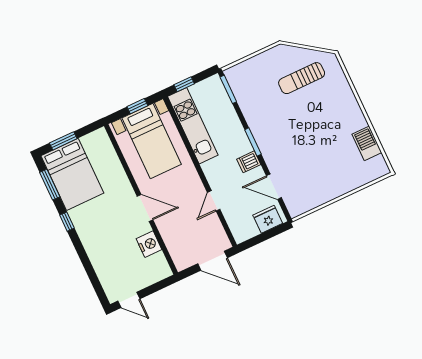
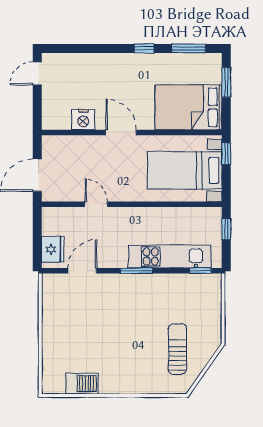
window: (228, 89) -> (200, 271), width x0.67
window: (137, 106) -> (226, 154), moved
kitchen unit: (193, 126) -> (170, 257), moved, turned 180
dishwasher: (249, 162) -> (119, 257), removed
bed: (72, 174) -> (188, 107), moved
door: (145, 208) -> (121, 132), swing flipped

